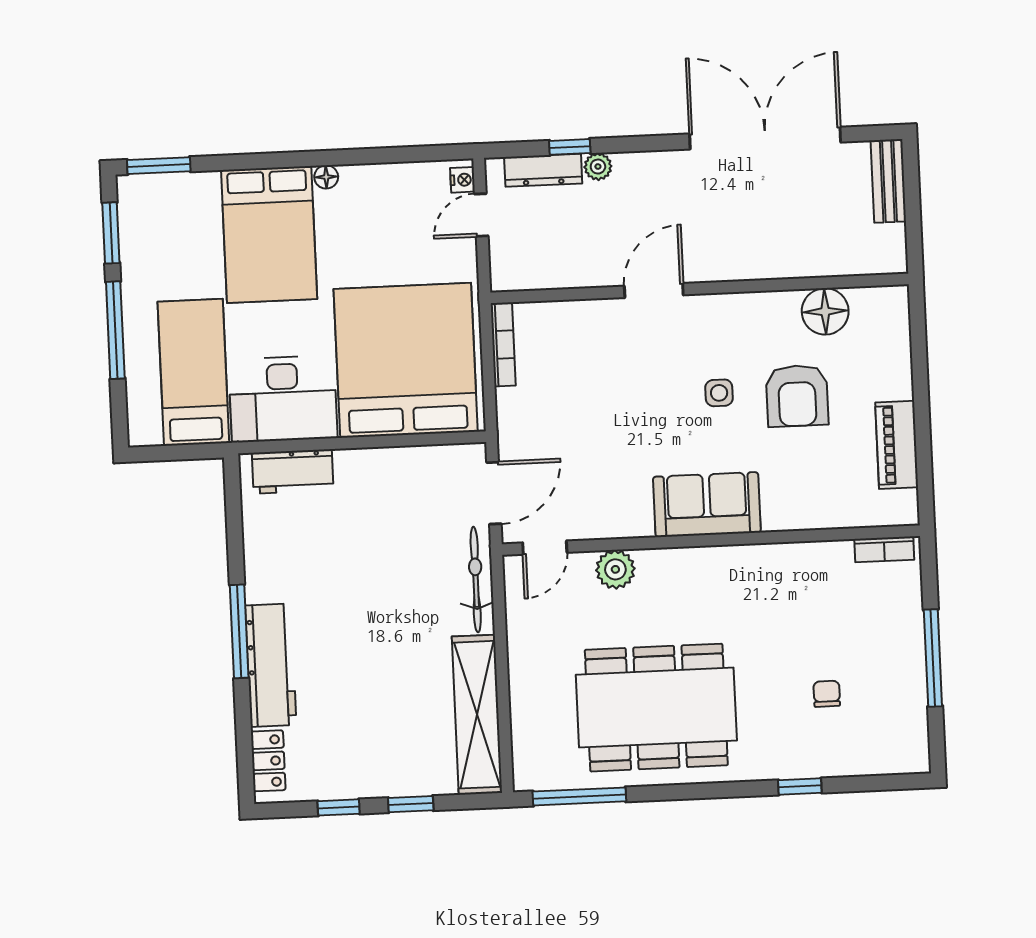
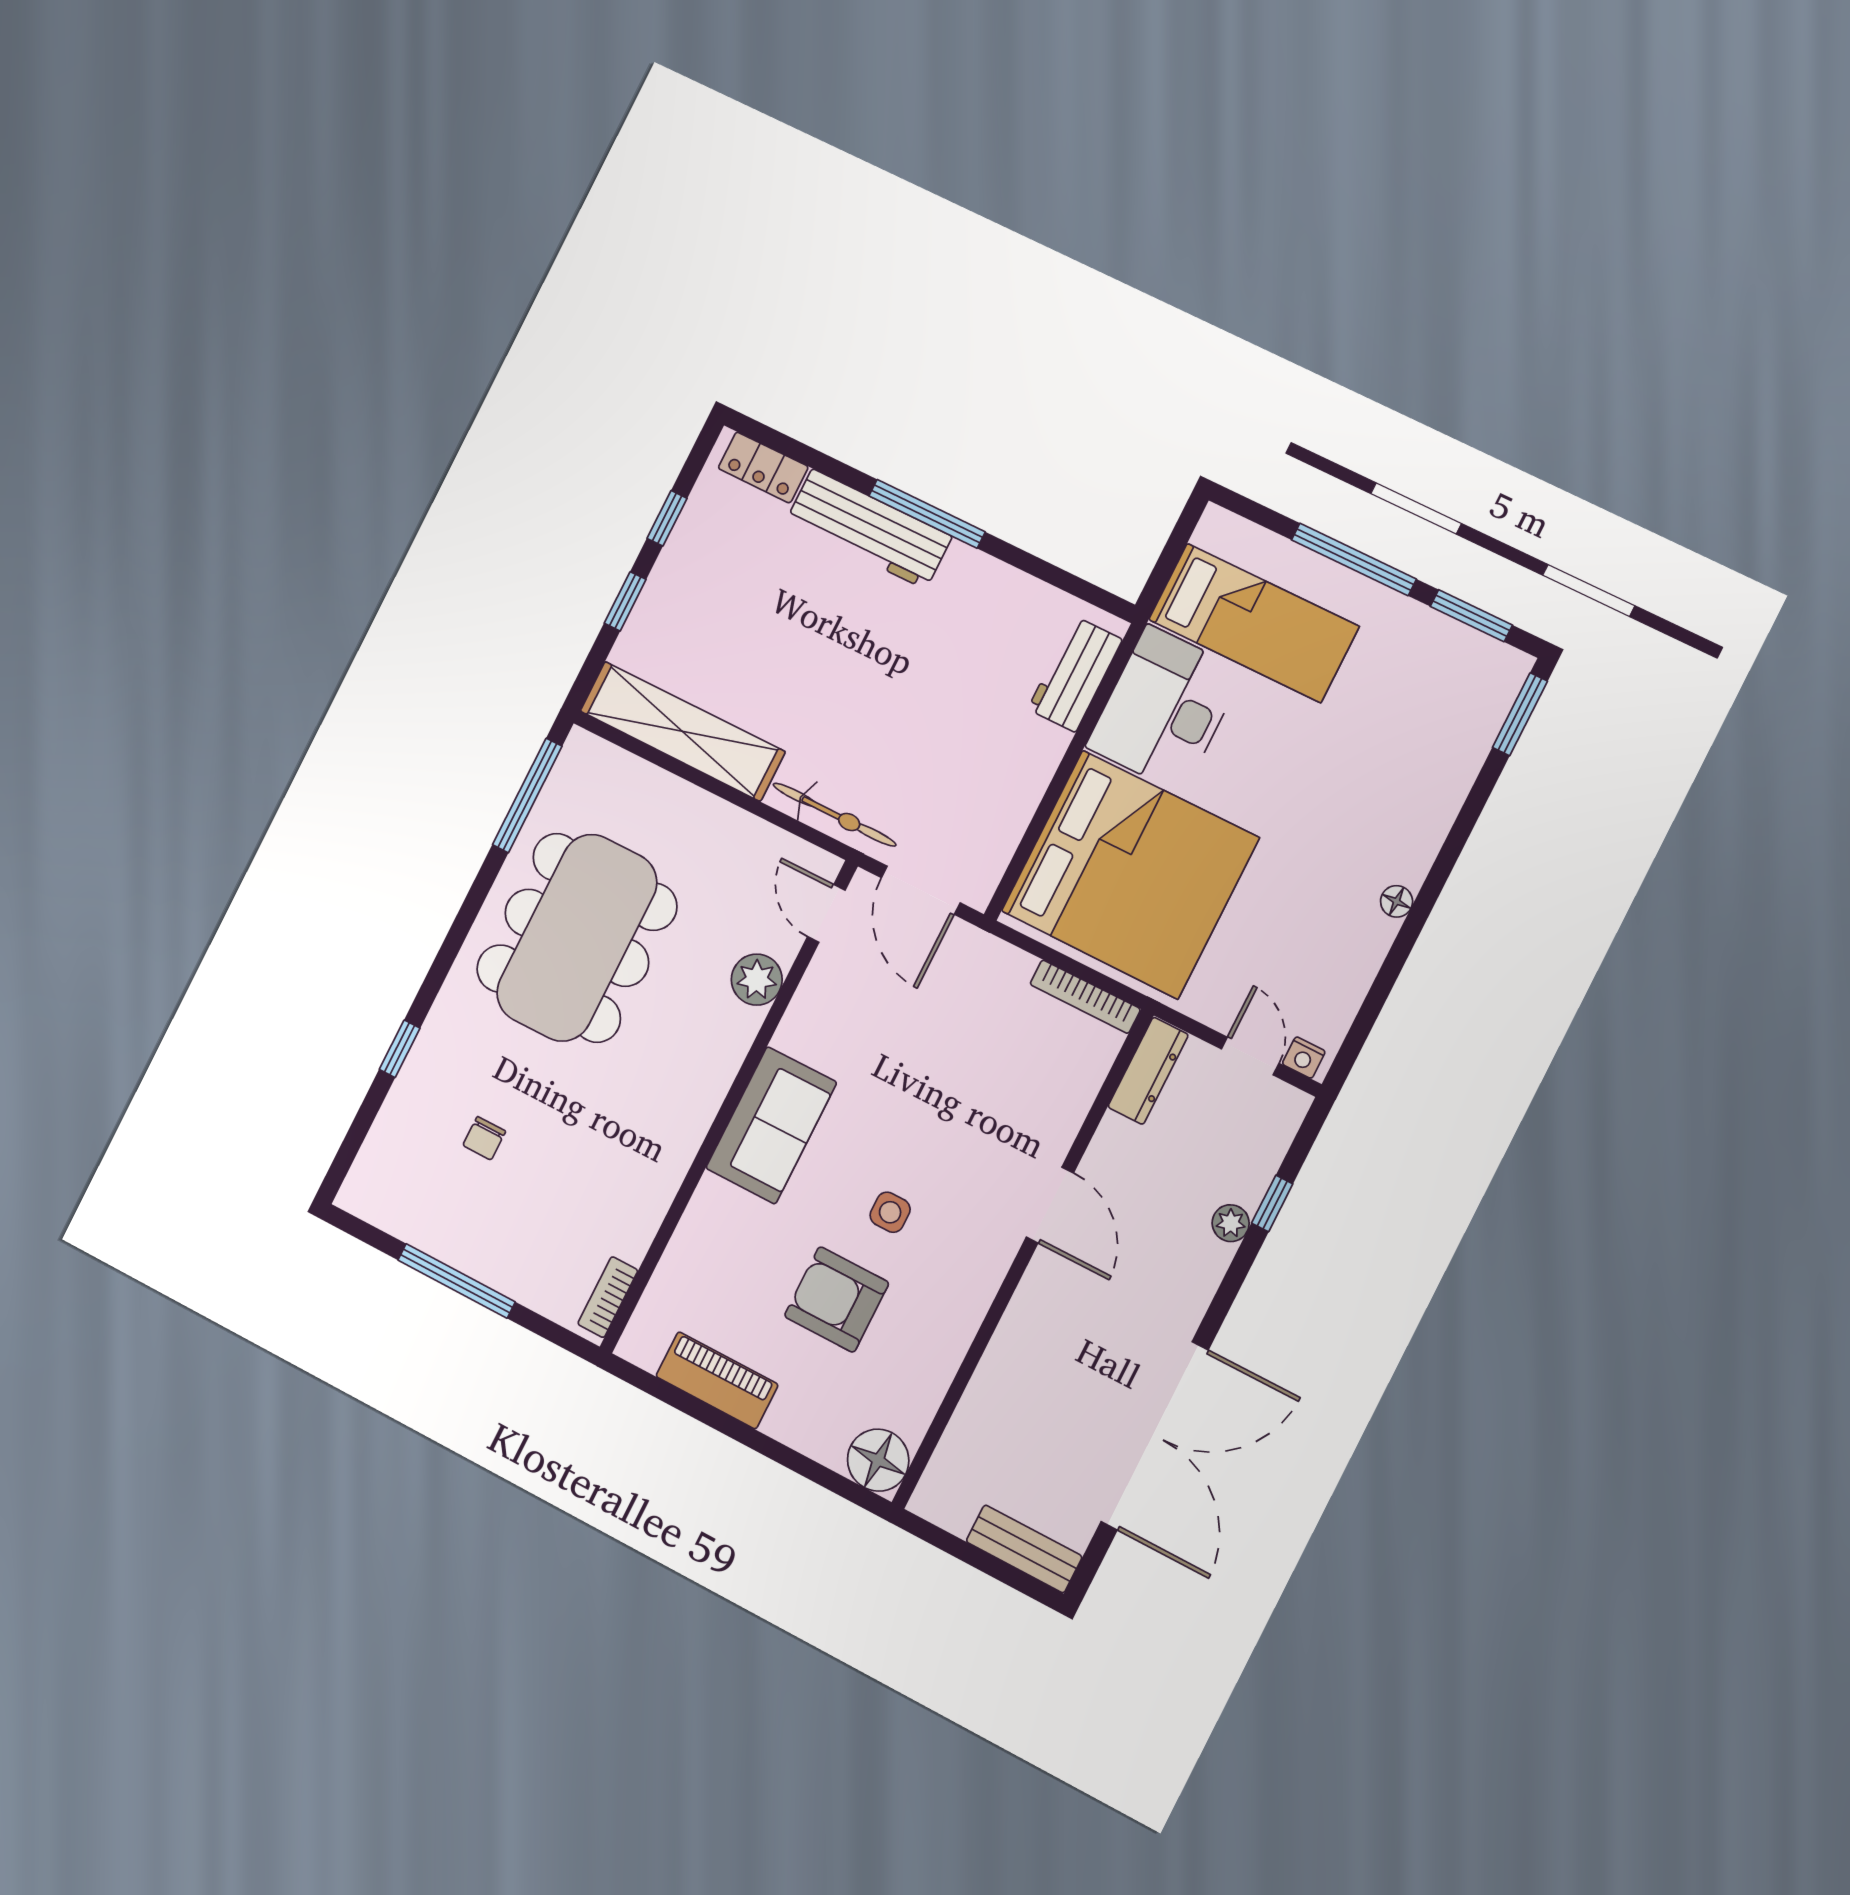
dresser: (543, 170) -> (1148, 1071), moved, turned 180
bed: (269, 235) -> (1366, 798), removed
floor lamp: (825, 311) -> (878, 1460), moved
chair: (827, 694) -> (484, 1138), turned 90

